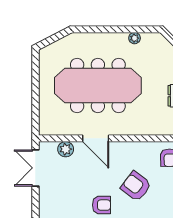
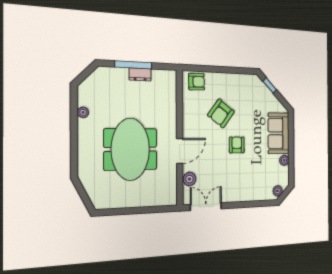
meeting table: (98, 85) -> (130, 149), width x0.73
double door: (35, 168) -> (206, 207), swing flipped

